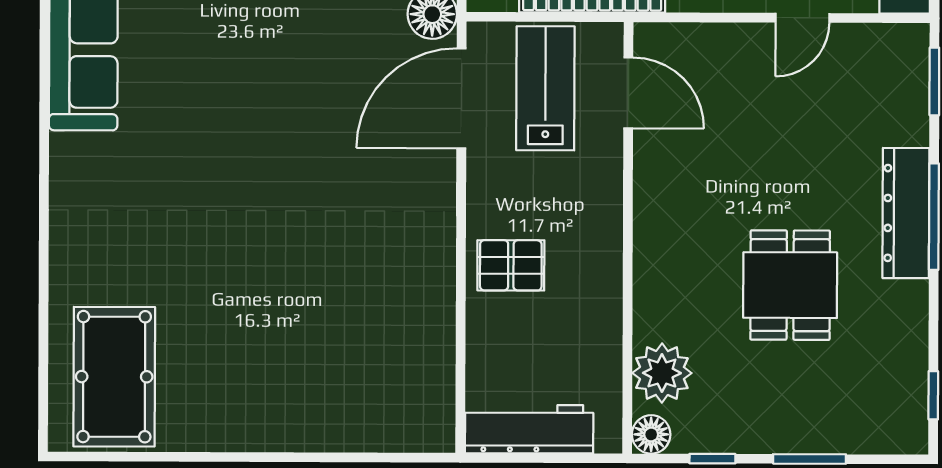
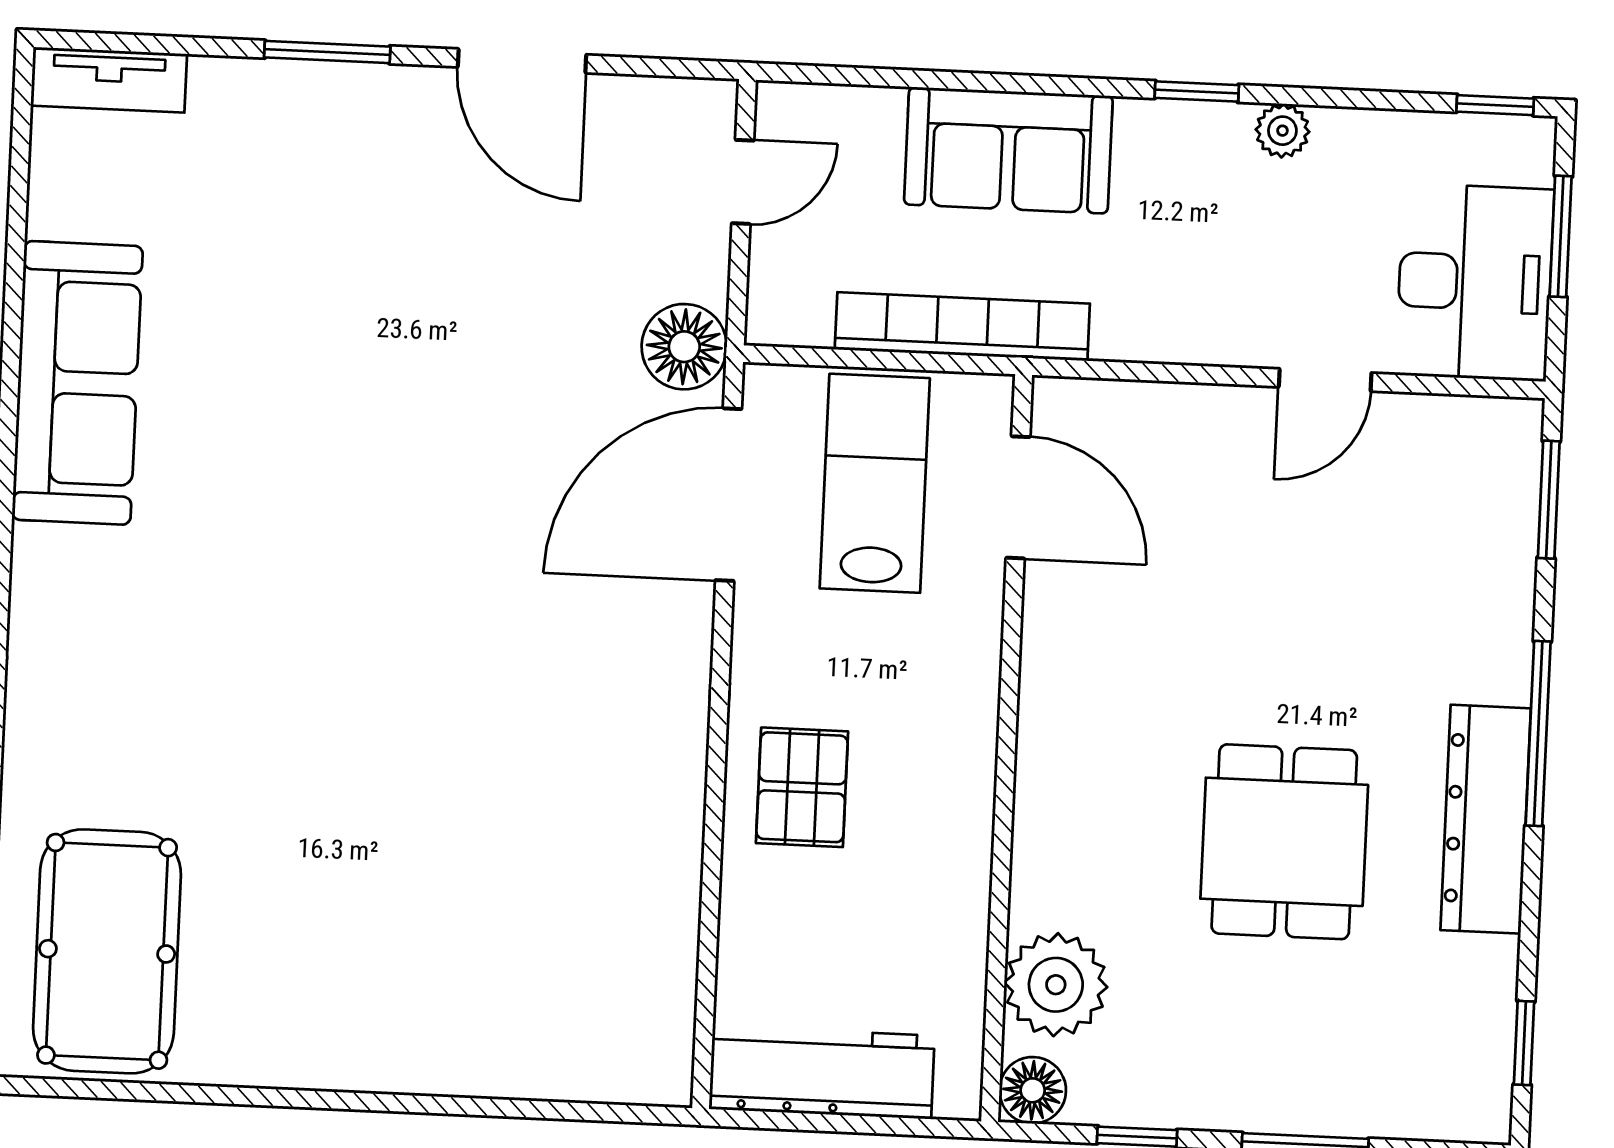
dresser: (906, 213) -> (1486, 819), moved
pallet: (511, 265) -> (802, 787), turned 90

